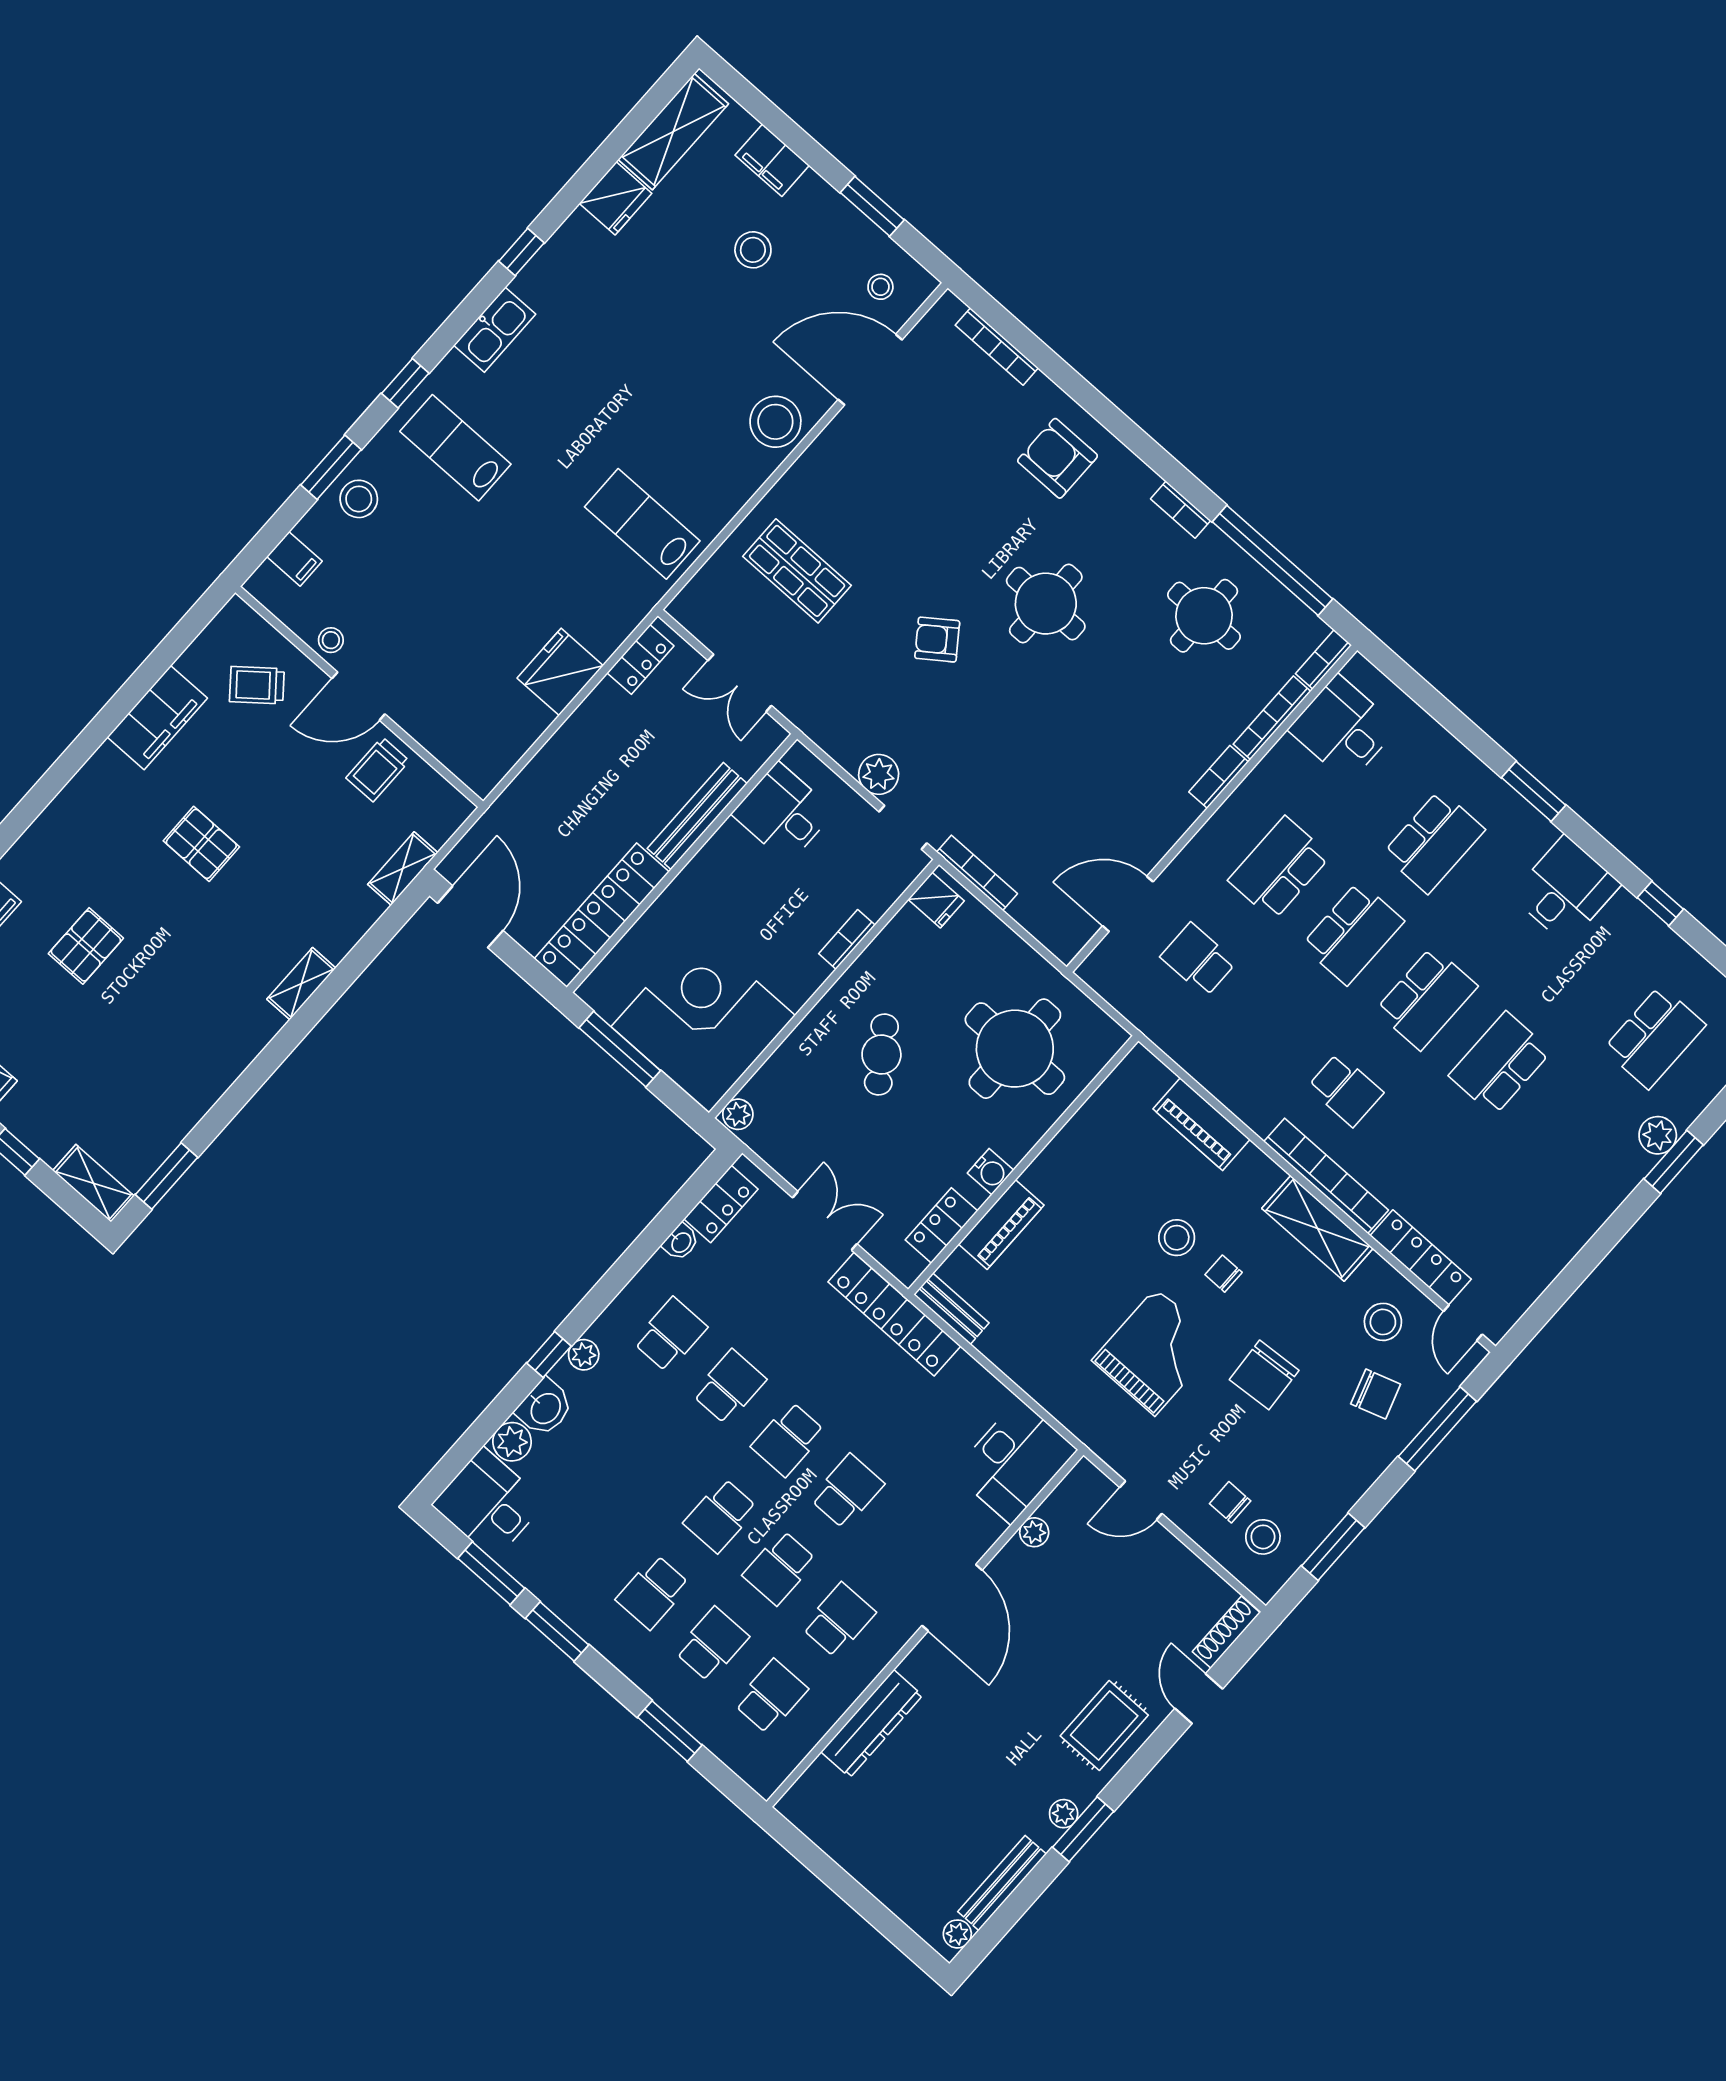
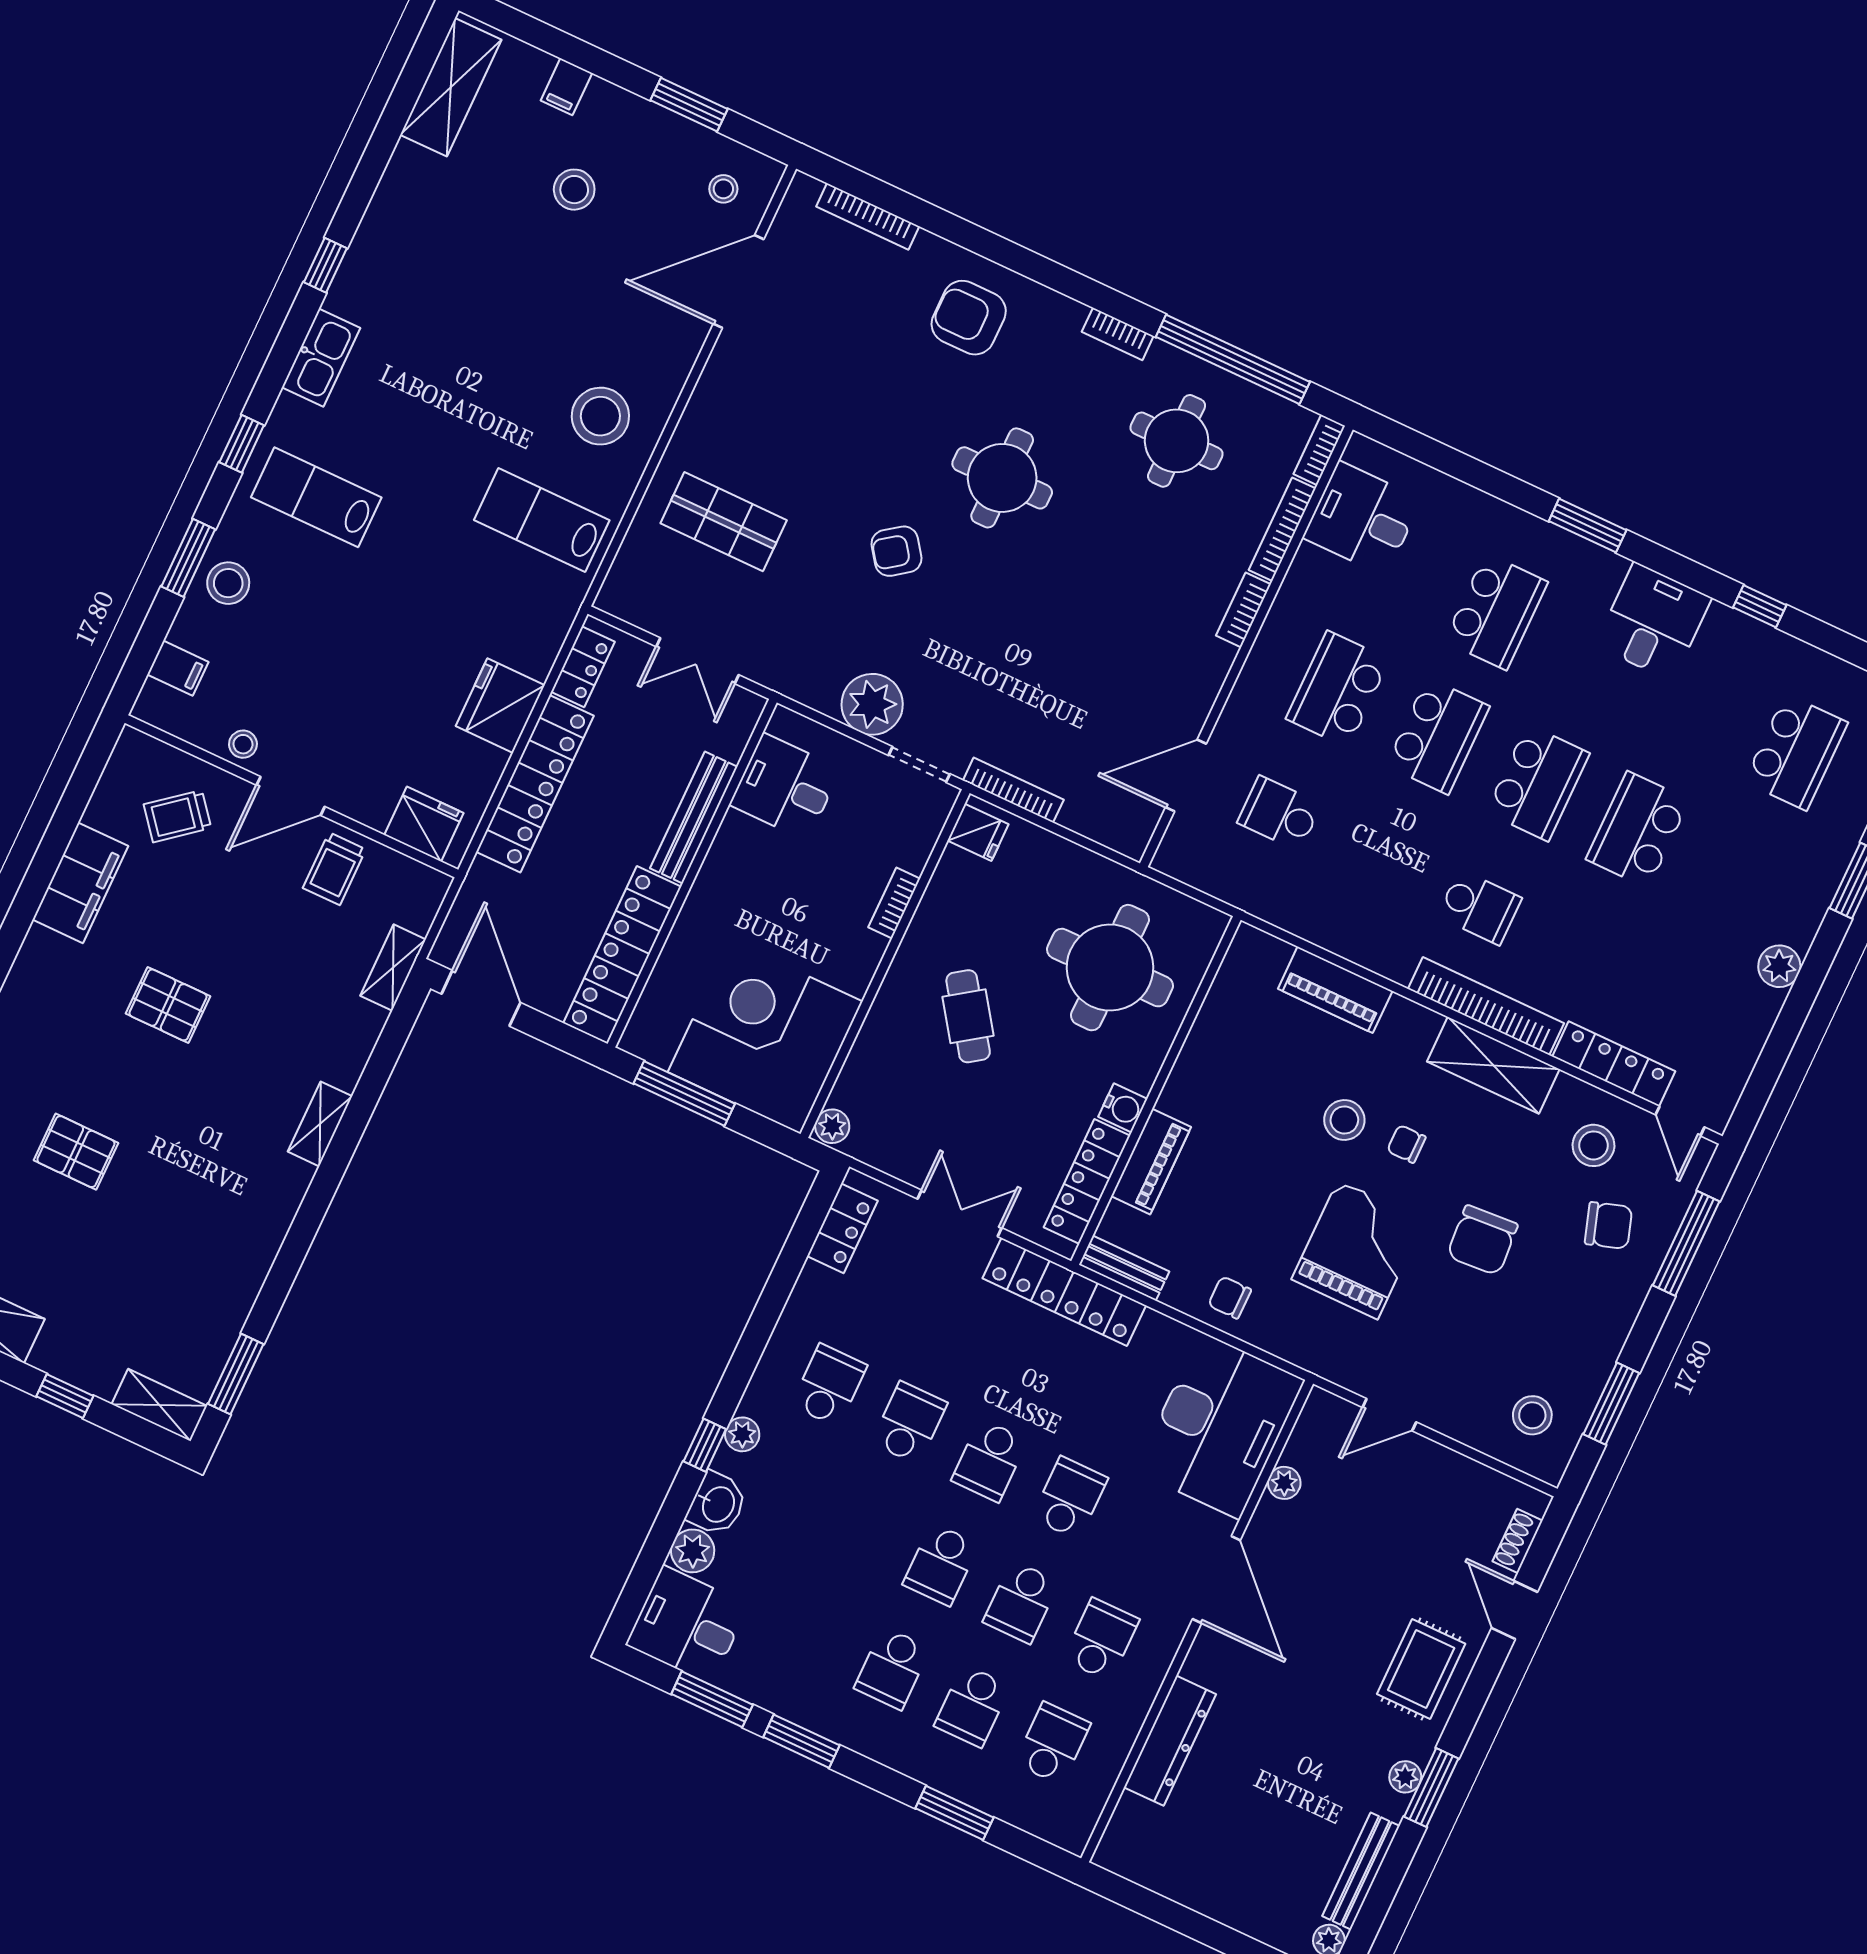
filing cabinet: (772, 160) -> (566, 87), width x0.50
fridge: (616, 198) -> (424, 824), moved, turned -90
stool: (775, 422) -> (600, 416), moved
locker: (570, 747) -> (535, 784), added
plant: (879, 774) -> (872, 704), width x1.36, depth x1.36
pallet: (86, 946) -> (76, 1152), turned 90
plant: (1658, 1135) -> (1779, 966), moved
locker: (941, 1225) -> (1087, 1181), width x1.53
washbasin: (681, 1242) -> (811, 1282), removed
desk: (1015, 1461) -> (1220, 1426), width x1.36, depth x1.30
chair: (1230, 1502) -> (1230, 1297), moved
shoe rack: (1226, 1632) -> (1518, 1541), width x0.70
school desk: (712, 1644) -> (972, 1706), turned 180

